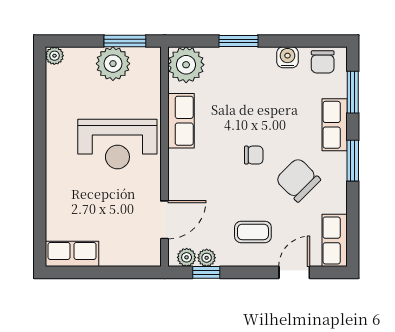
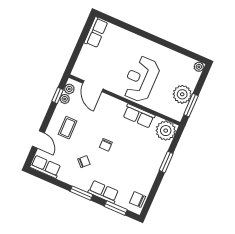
water cooler: (288, 57) -> (147, 183), removed
chair: (298, 180) -> (84, 162), width x0.54, depth x0.54

